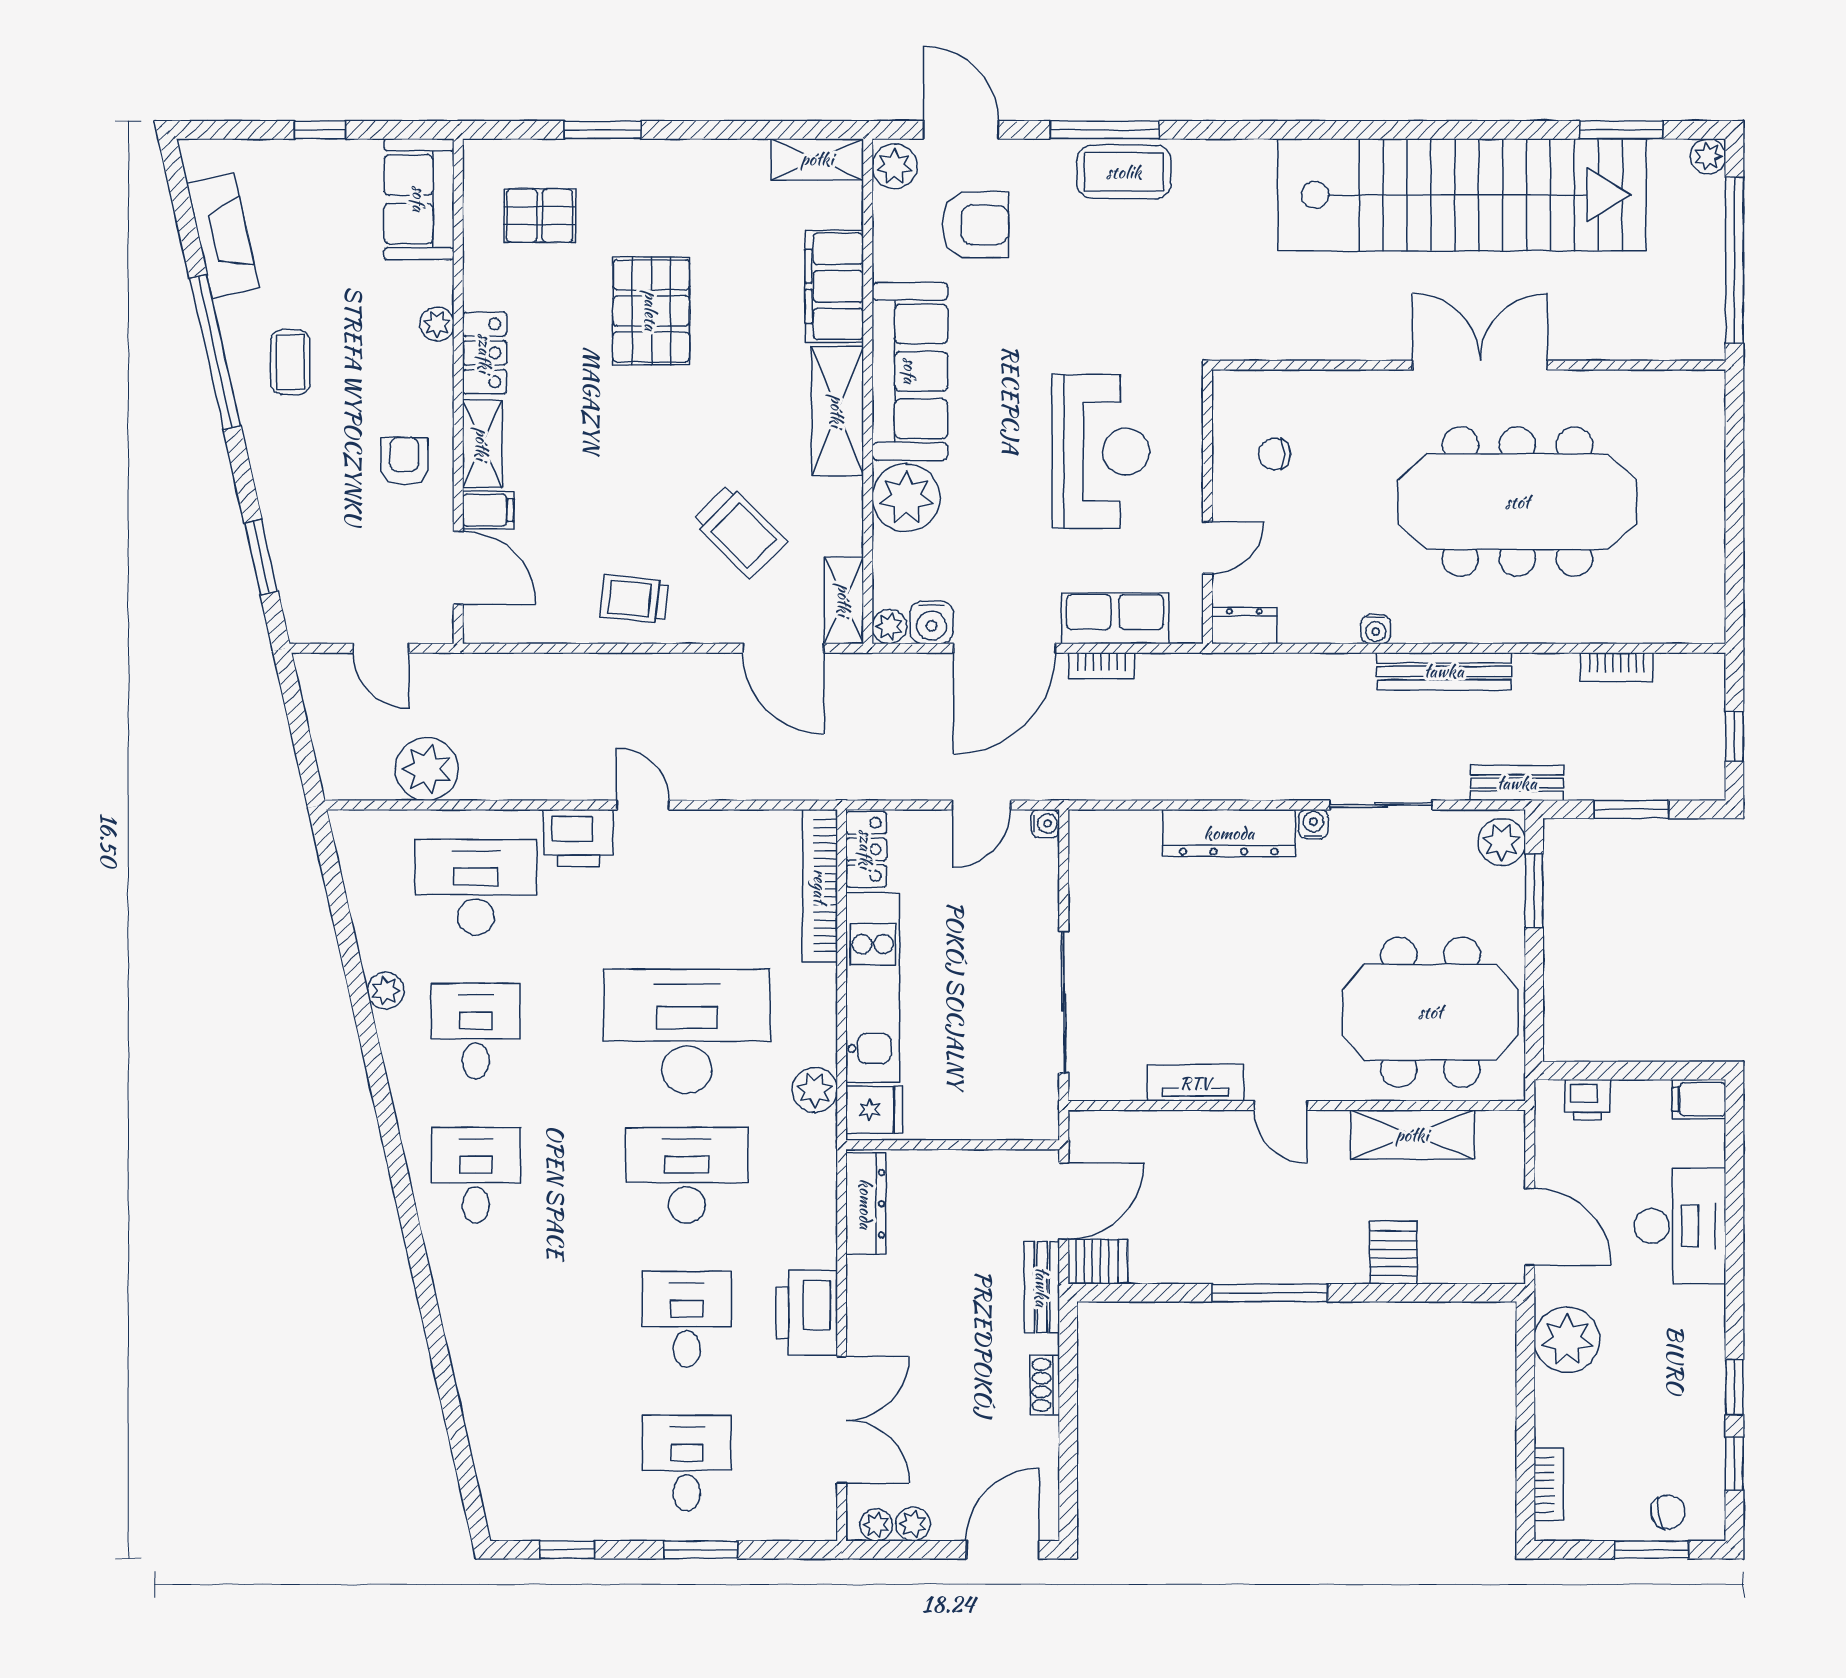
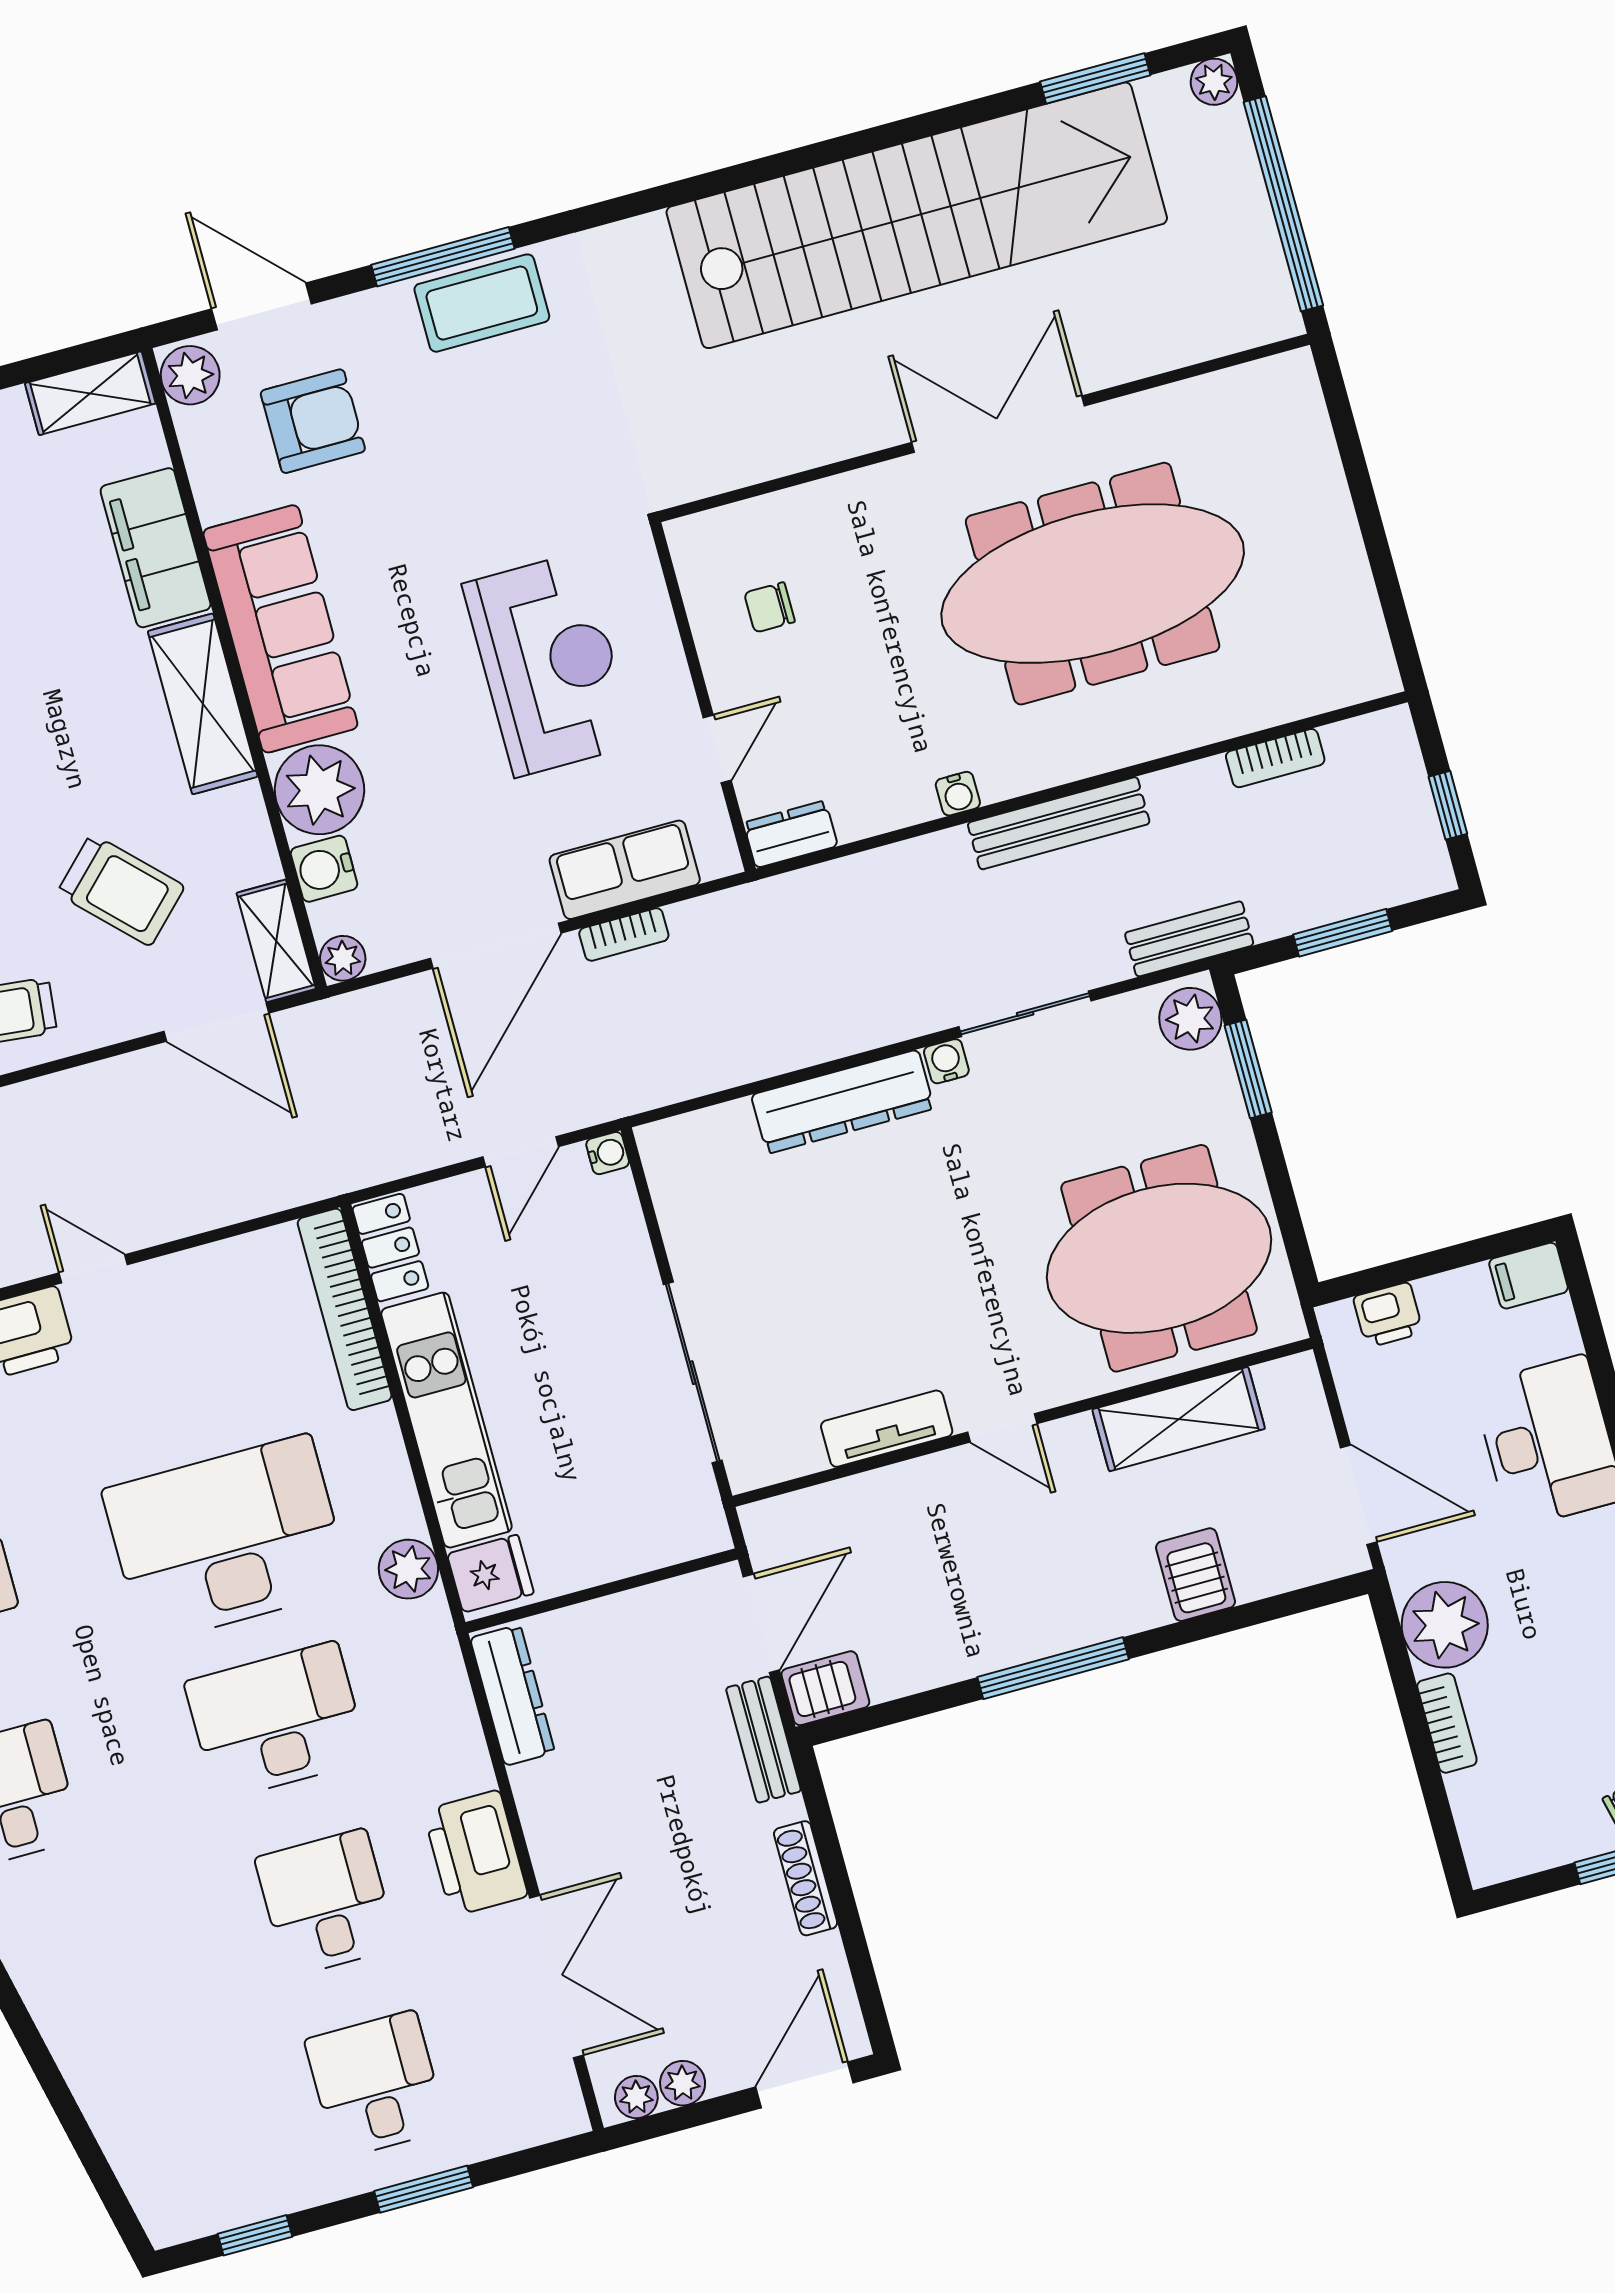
water cooler: (932, 622) -> (324, 869), moved, turned 90
shoe rack: (1045, 1385) -> (806, 1878), width x1.43
bookcase: (1549, 1484) -> (1447, 1723), moved

